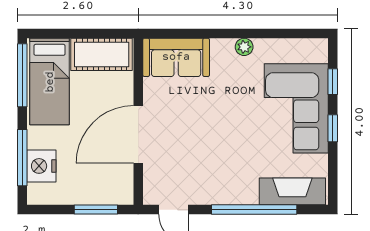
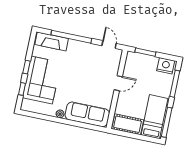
sofa: (176, 57) -> (87, 114), width x1.36
door: (138, 134) -> (118, 83), width x0.53
nightstand: (41, 166) -> (166, 66), moved, turned -90

